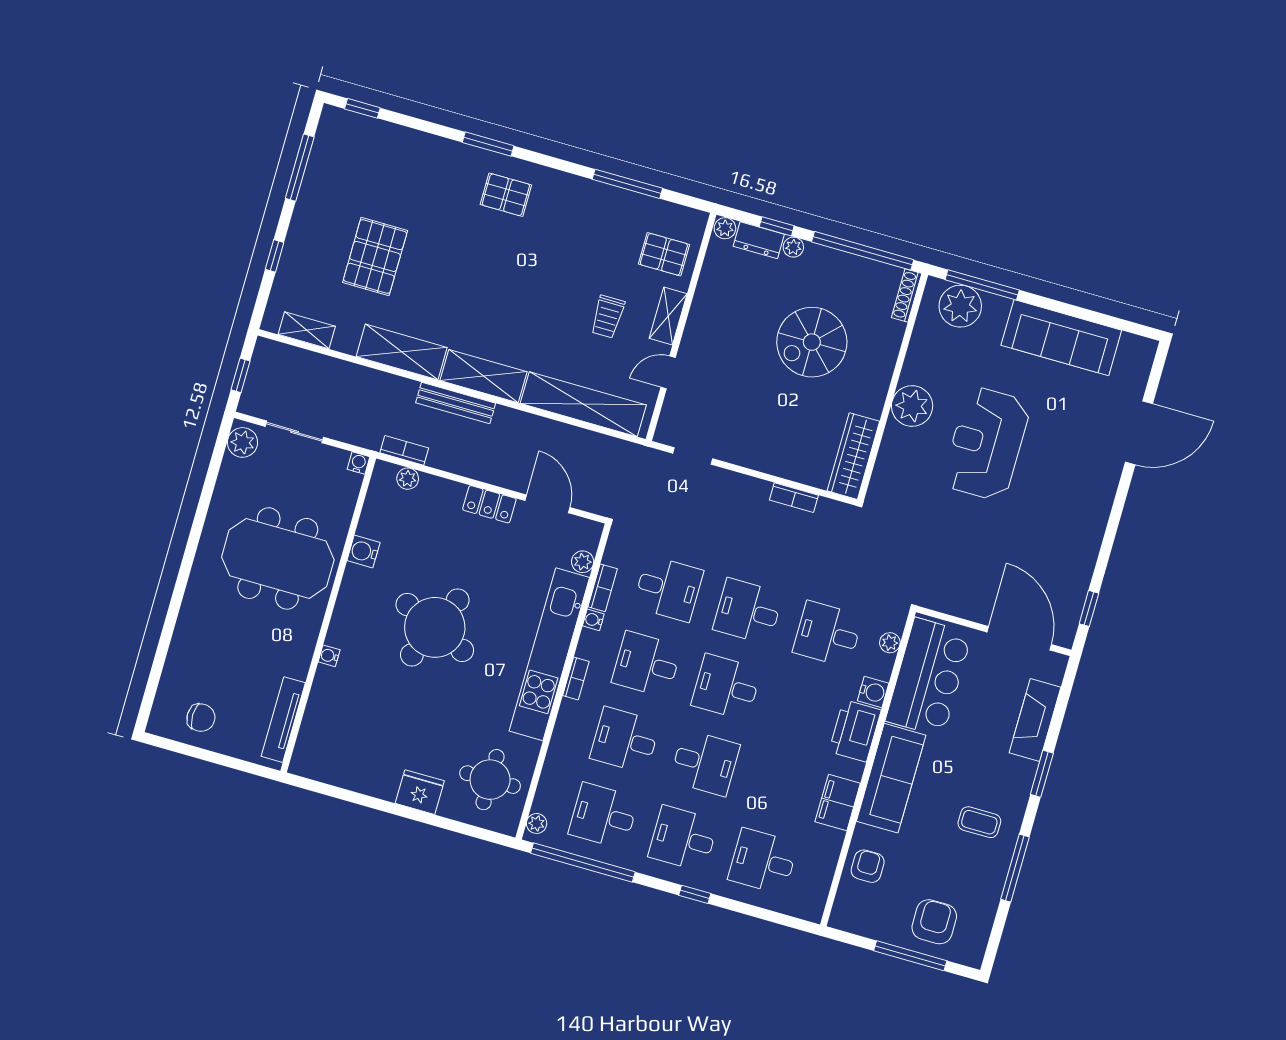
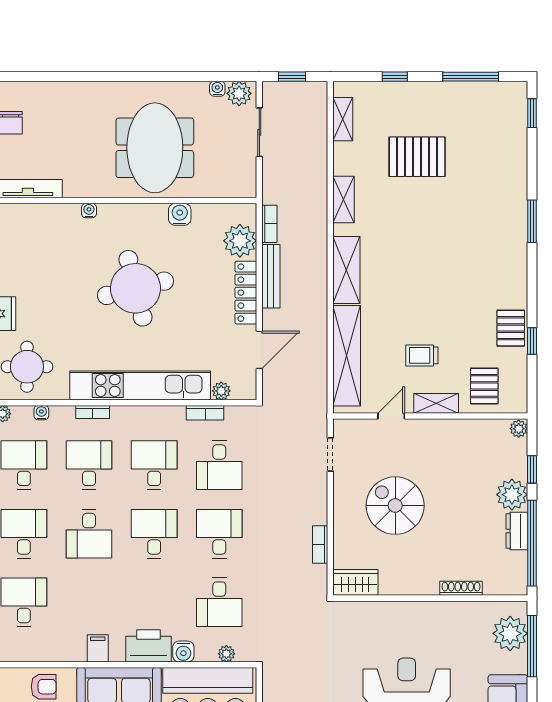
window: (627, 184) -> (532, 341), width x0.46
pallet: (506, 195) -> (511, 328), moved
dresser: (759, 240) -> (517, 531), moved
plant: (793, 247) -> (512, 495), width x1.88, depth x1.88
shoe rack: (907, 295) -> (461, 588), moved
spiral stairs: (812, 342) -> (395, 506), moved
shelving: (402, 352) -> (344, 200), width x0.67, depth x0.75
door: (668, 372) -> (391, 416), hinge flipped
bench: (456, 403) -> (271, 276), moved
plant: (912, 406) -> (420, 618), removed
wardrobe: (853, 456) -> (355, 582), width x0.67
water cooler: (358, 463) -> (217, 89), moved, turned -90
plant: (408, 479) -> (240, 241), width x1.87, depth x1.87
locker: (489, 504) -> (246, 293), width x1.53
water cooler: (593, 620) -> (41, 413), moved
round table: (435, 627) -> (135, 288), turned -38
desk: (828, 634) -> (219, 602), turned 180
bookcase: (576, 679) -> (93, 412), moved
filing cabinet: (838, 803) -> (98, 648), width x0.50

